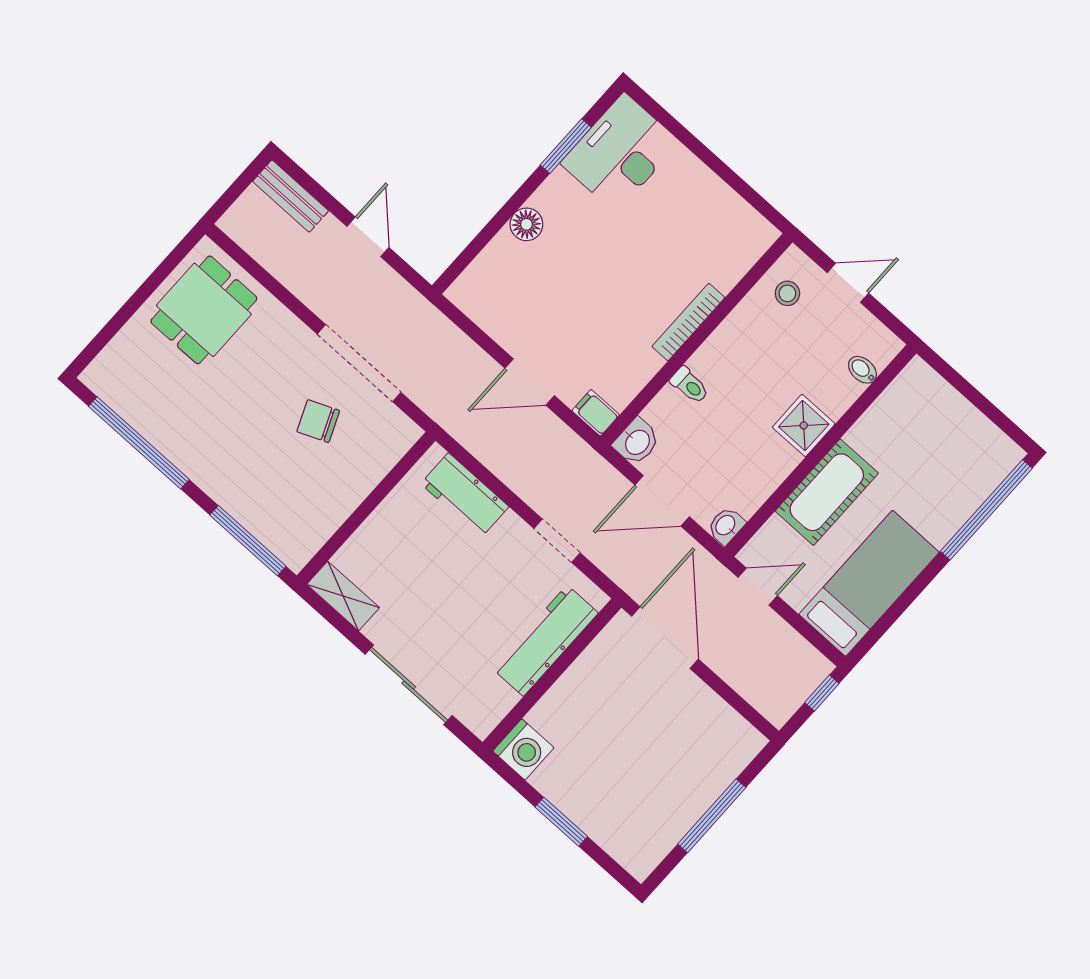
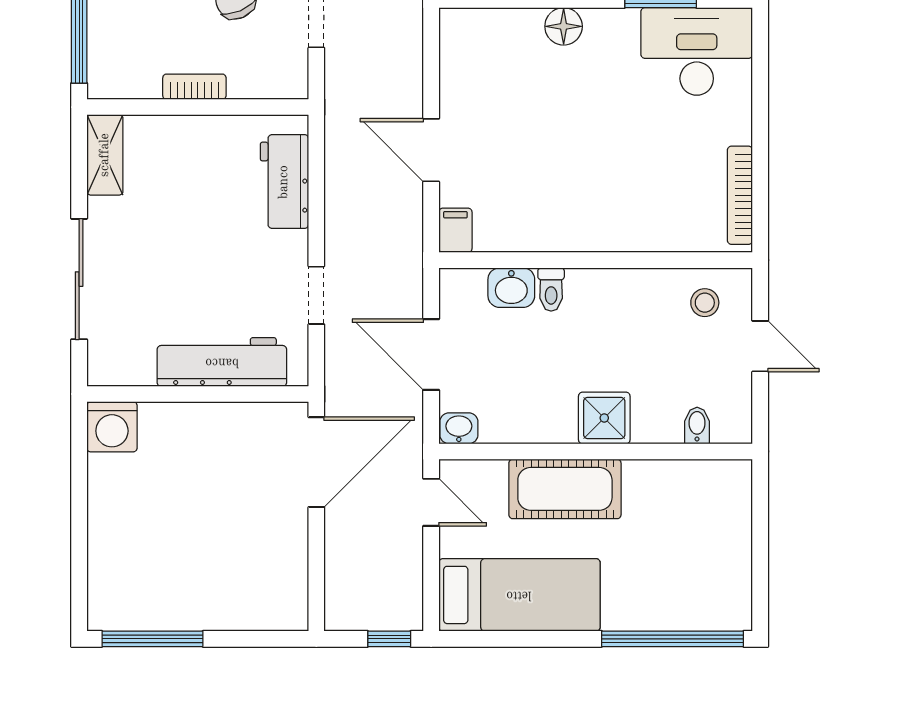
bookcase: (688, 322) -> (740, 195), moved, turned -90
washbasin: (637, 442) -> (511, 288), moved
bookcase: (351, 498) -> (194, 87), added
window: (712, 816) -> (152, 639), moved
window: (561, 822) -> (79, 515), removed

